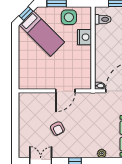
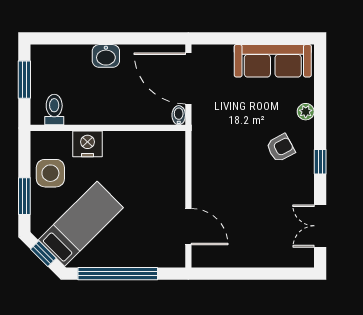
window: (15, 53) -> (118, 274), added
door: (65, 91) -> (188, 227), moved
armchair: (57, 129) -> (281, 148), moved

